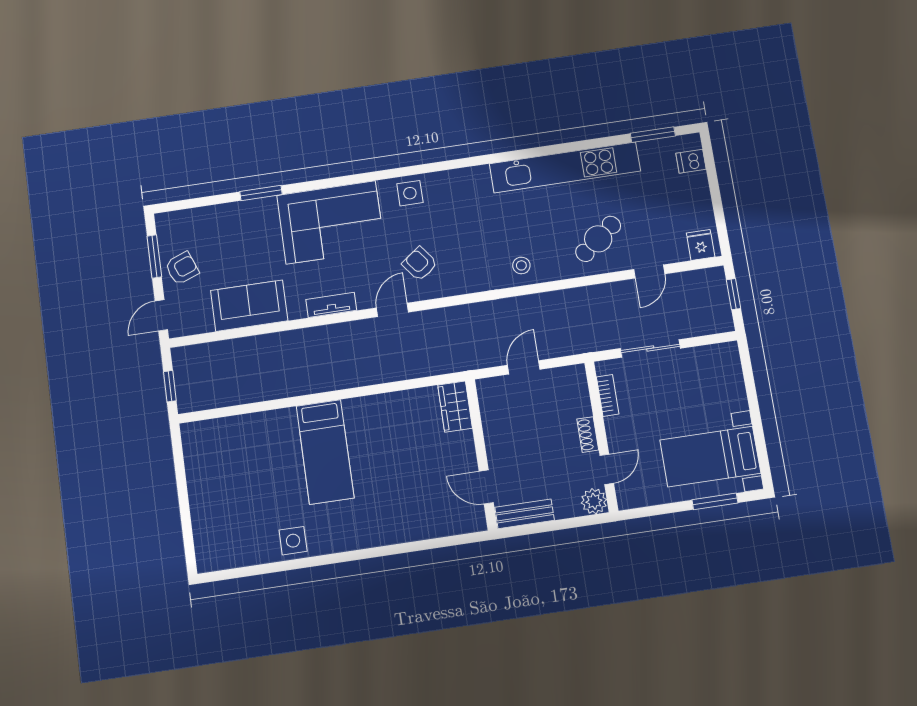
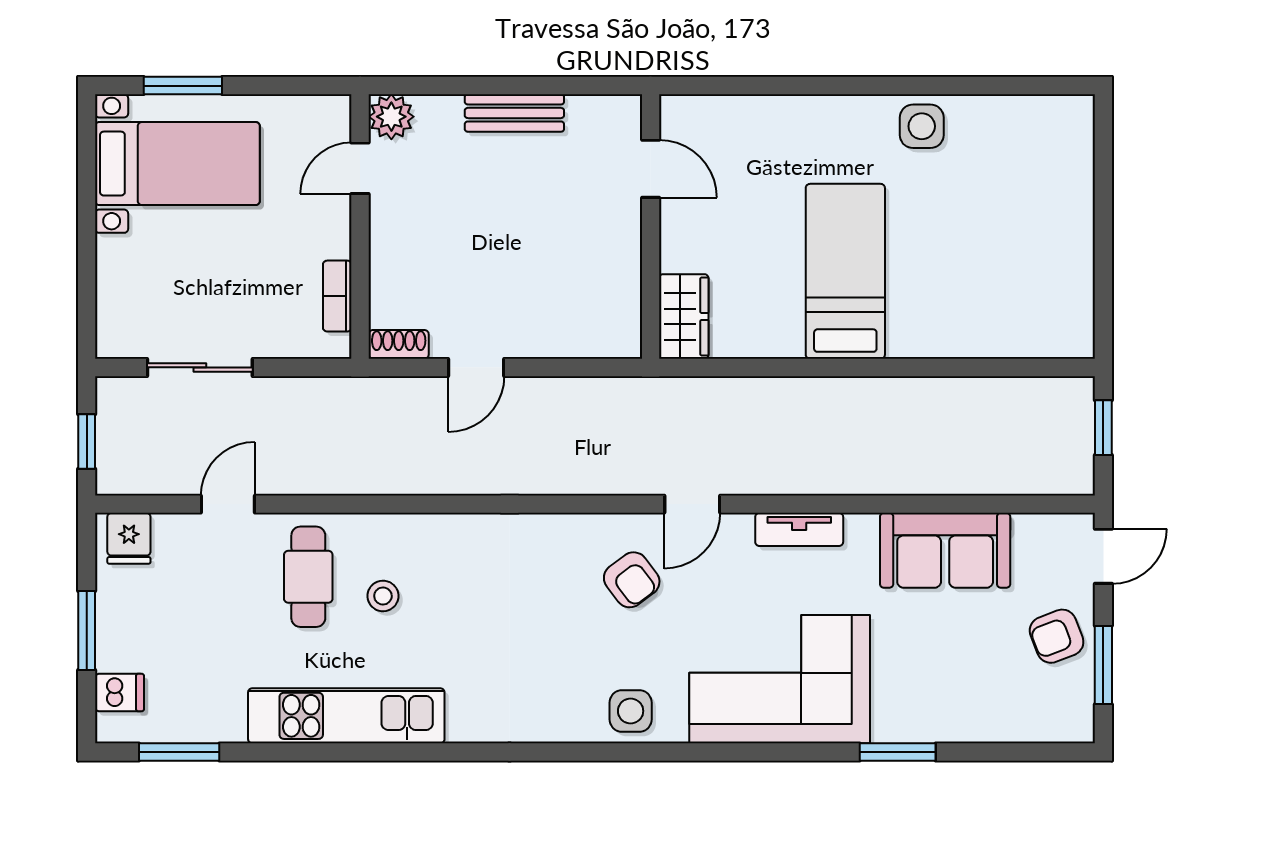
kitchen unit: (565, 167) -> (346, 716), width x0.73
window: (715, 192) -> (87, 631), added
cafe table: (598, 239) -> (308, 577), turned -52
stool: (521, 265) -> (383, 596), moved
sliding door: (650, 348) -> (200, 367), moved
wardrobe: (455, 407) -> (684, 316), moved
shoe rack: (588, 434) -> (399, 344), moved, turned -90
wall: (481, 454) -> (651, 226), moved
door: (486, 487) -> (651, 169), moved

